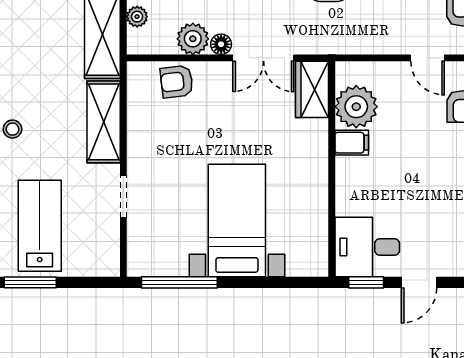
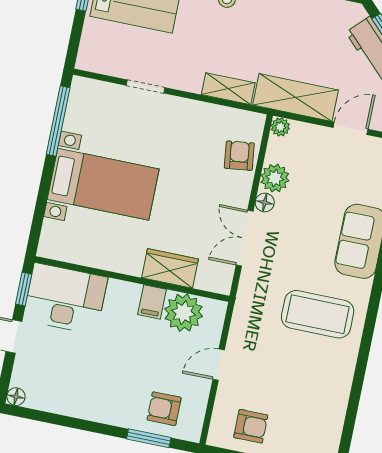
plant: (137, 17) -> (280, 127), moved
door: (427, 58) -> (219, 365), moved
wardrobe: (312, 89) -> (170, 268), moved
shelving: (104, 122) -> (228, 89), width x0.67, depth x0.75
desk: (367, 247) -> (65, 299), width x1.37

